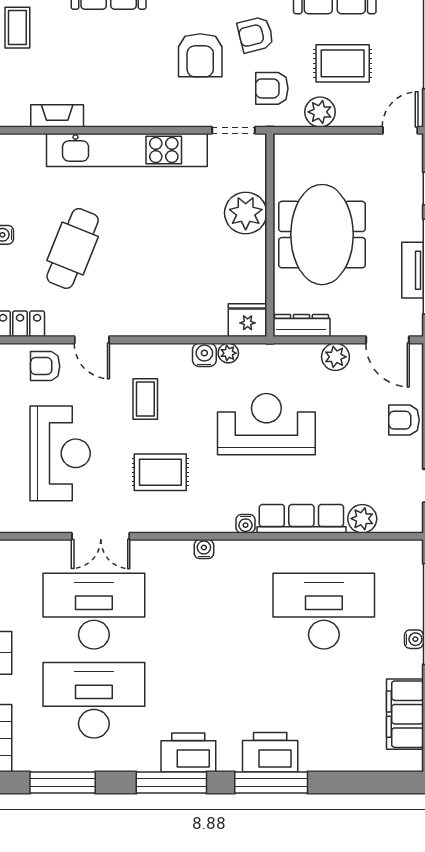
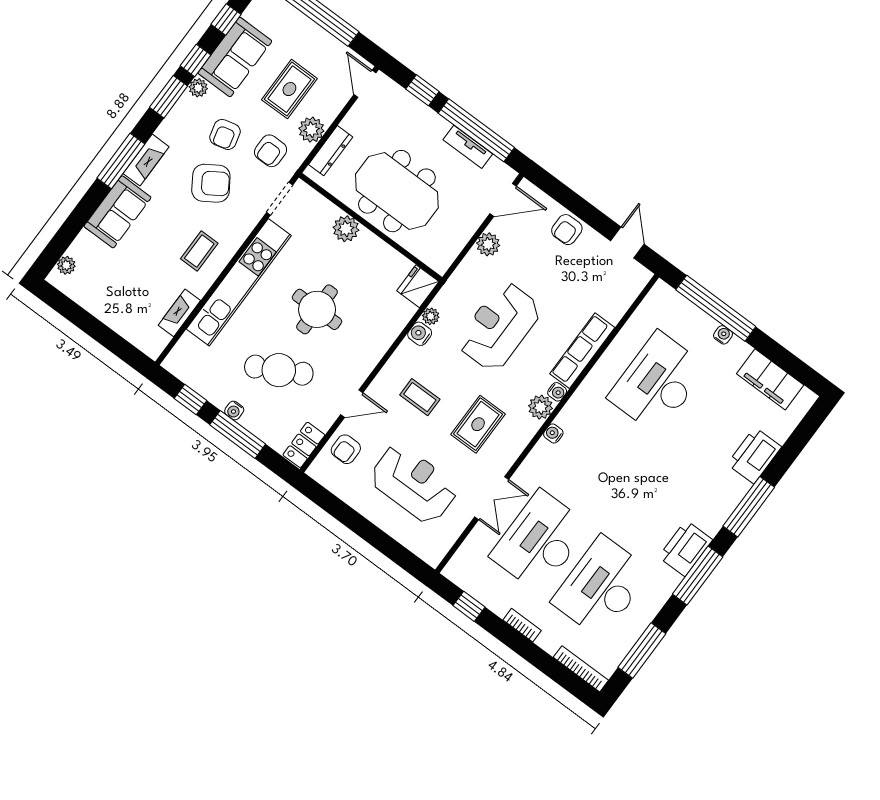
coffee table: (17, 28) -> (199, 251), moved, turned 90
armchair: (200, 55) -> (211, 183), turned -33
plant: (246, 213) -> (346, 229), width x0.73, depth x0.73
round table: (156, 242) -> (317, 309), added
cafe table: (73, 248) -> (279, 370), turned -50
dresser: (301, 326) -> (331, 151), moved, turned 180
plant: (362, 519) -> (540, 407), moved
printer: (270, 752) -> (754, 455), moved

